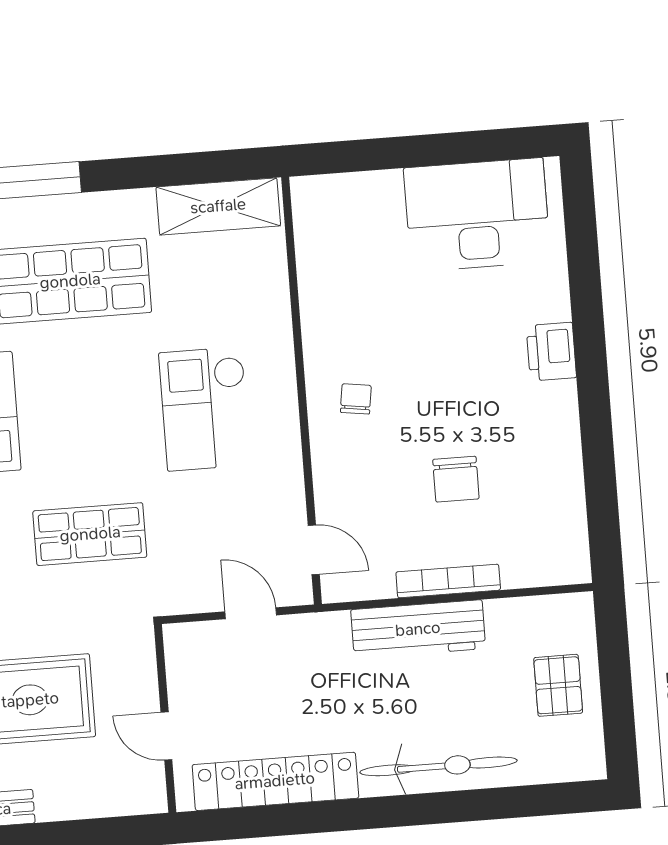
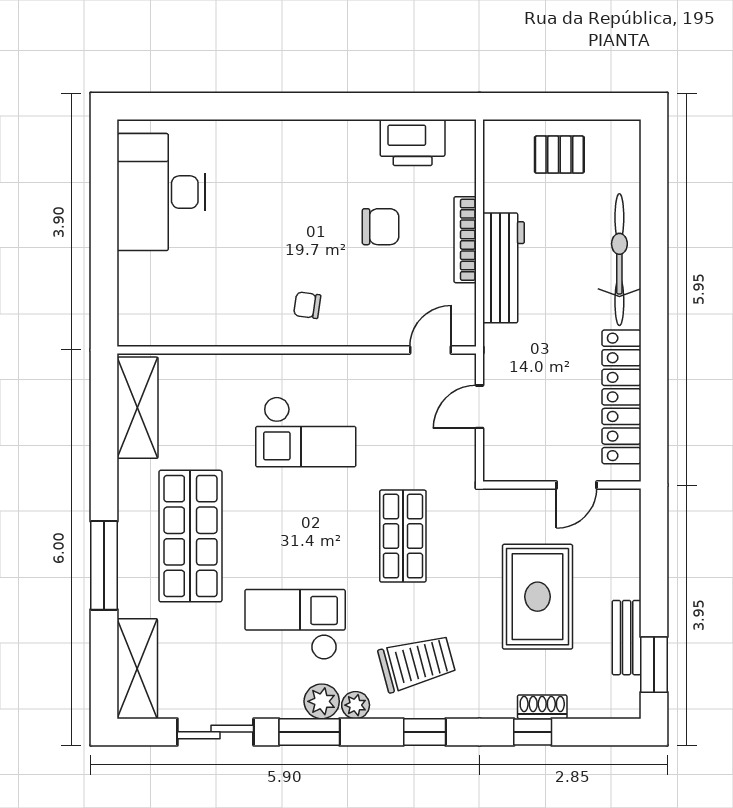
printer: (551, 352) -> (413, 143), moved, width x1.37, depth x1.19

